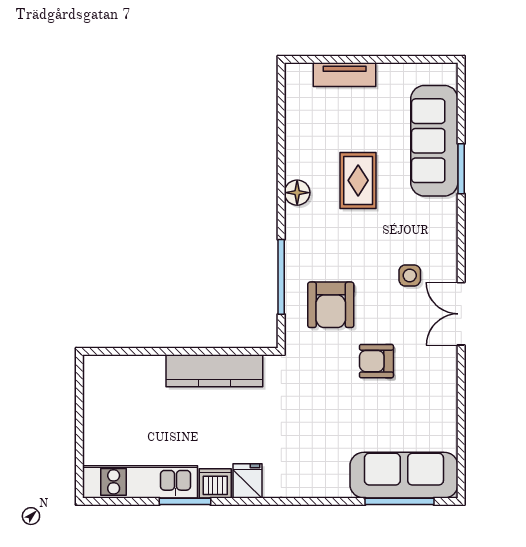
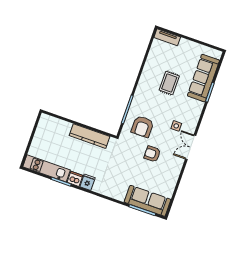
tv unit: (345, 75) -> (167, 37), moved
floor lamp: (297, 193) -> (145, 80), removed

